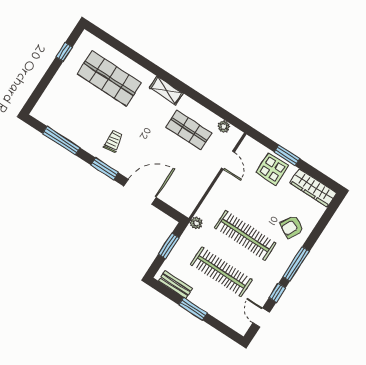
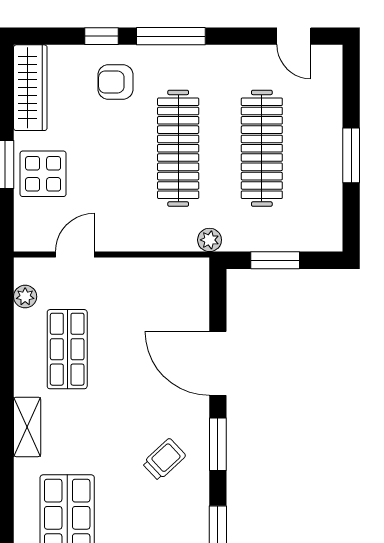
trolley: (113, 141) -> (164, 459), turned 145
armchair: (292, 227) -> (115, 82), turned 151
bench: (175, 285) -> (331, 209), removed
window: (277, 293) -> (102, 36), moved
door: (261, 318) -> (294, 36), hinge flipped

